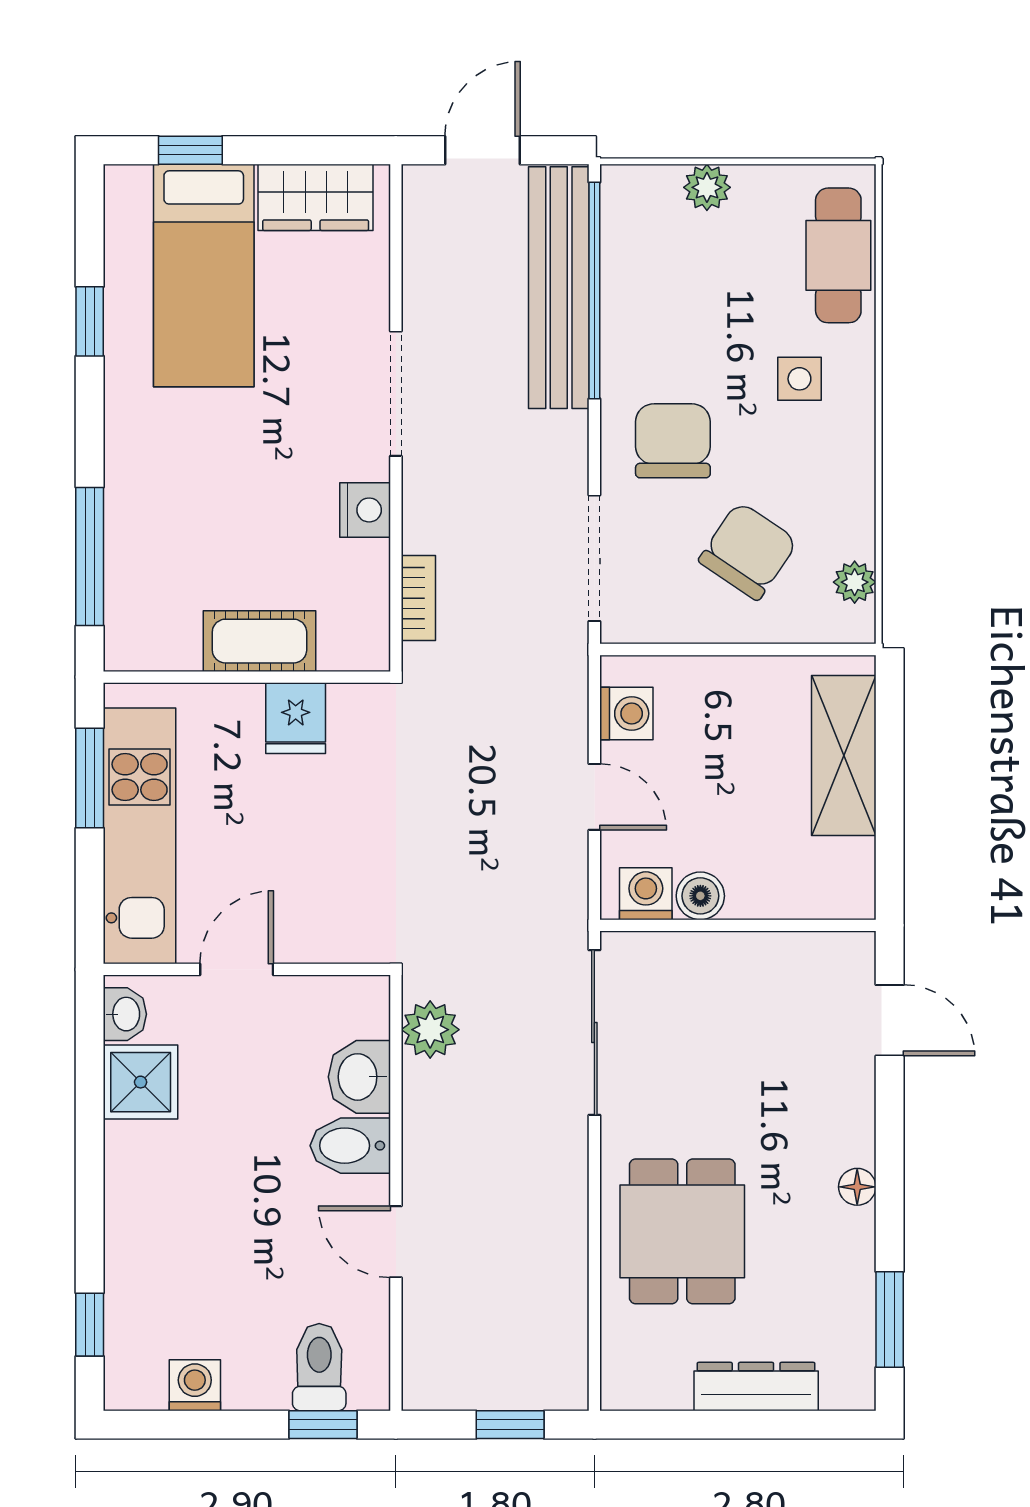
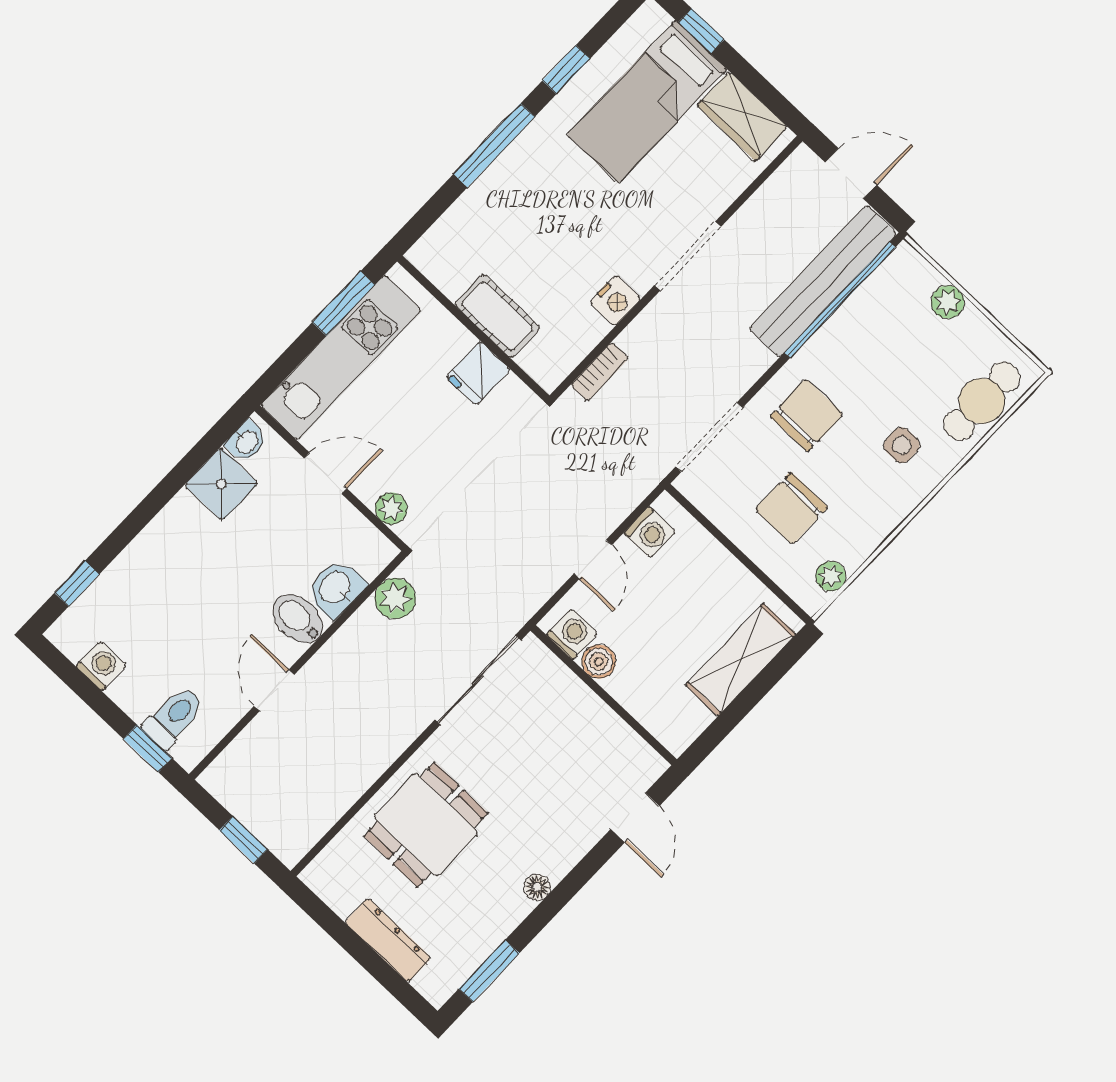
chair: (748, 551) -> (791, 508), turned 146
window: (90, 557) -> (494, 145), moved
plant: (338, 941) -> (391, 508), added

